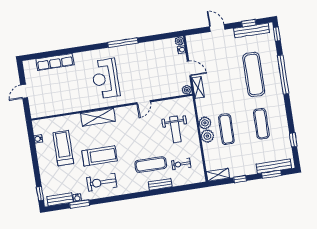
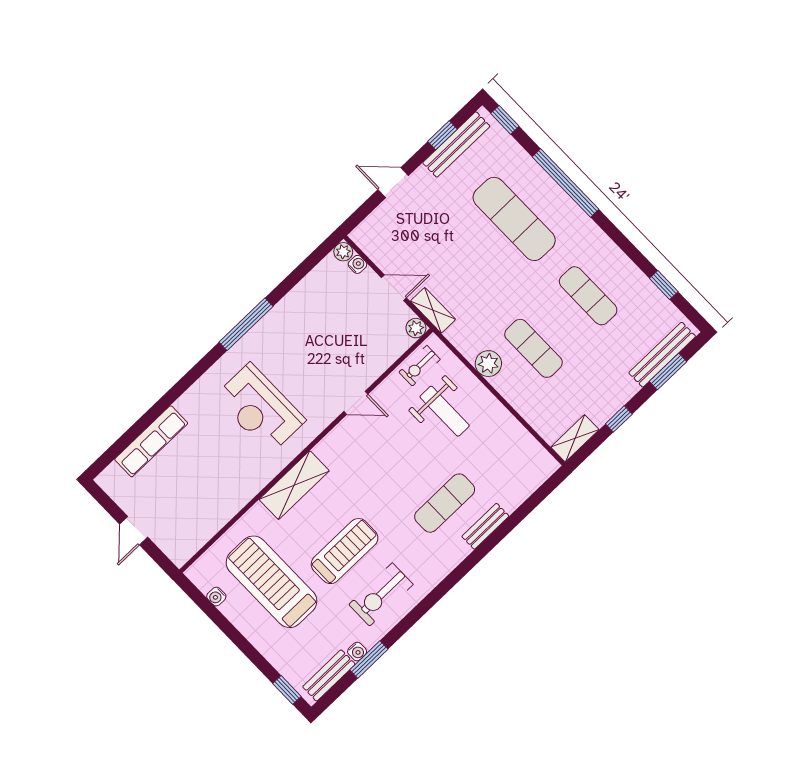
door: (144, 102) -> (356, 403), hinge flipped
plant: (207, 136) -> (509, 384), removed
treadmill: (63, 148) -> (272, 582), width x1.37, depth x1.38
exercise bike: (181, 164) -> (420, 366), moved

